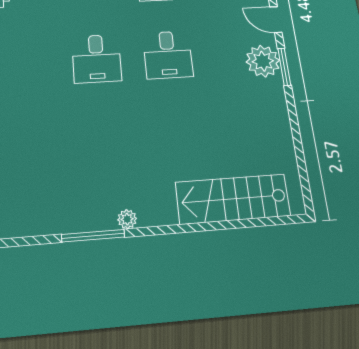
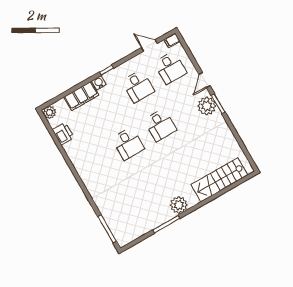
door: (276, 20) -> (205, 80), hinge flipped
plant: (127, 219) -> (179, 205), width x1.88, depth x1.88

